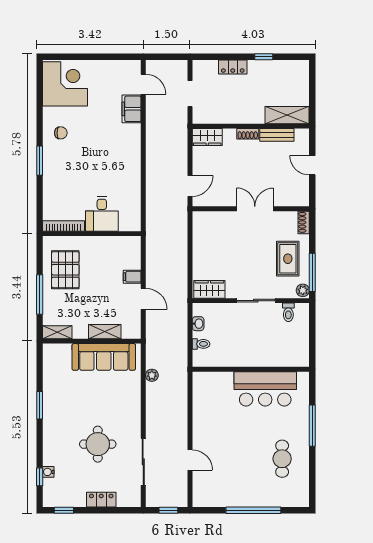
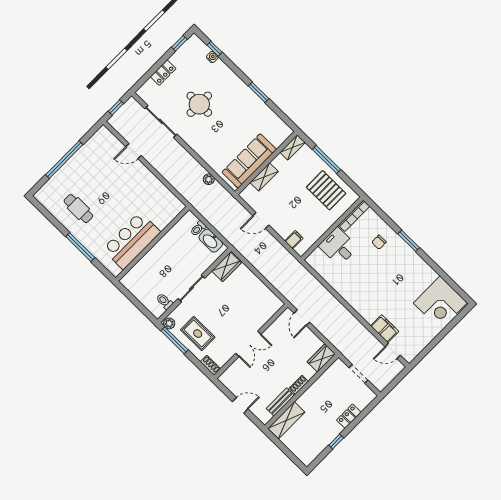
chair: (61, 133) -> (379, 242), moved
filing cabinet: (132, 277) -> (294, 240), moved
washbasin: (198, 324) -> (211, 241), width x1.91, depth x1.45

